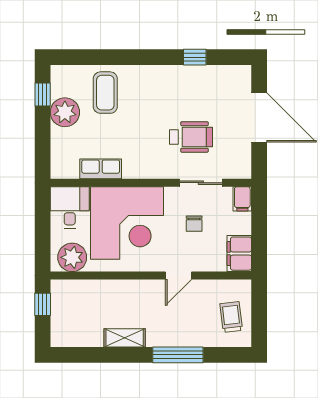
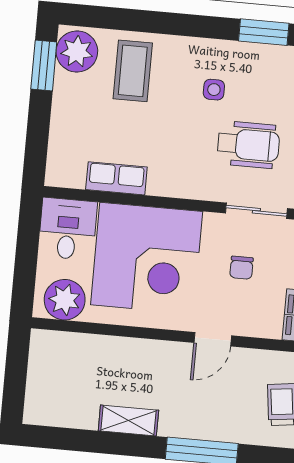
window: (195, 57) -> (264, 32), width x1.50
window: (43, 94) -> (44, 66), width x1.50
side table: (163, 101) -> (214, 90), added
plant: (65, 112) -> (77, 51), moved
window: (43, 304) -> (17, 362), removed

